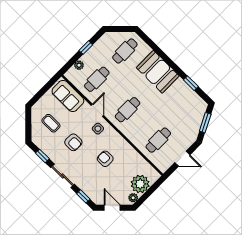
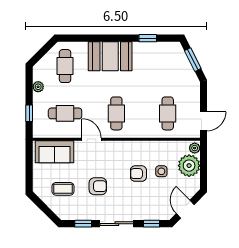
window: (86, 48) -> (29, 113), moved
plant: (79, 65) -> (38, 87), moved
cafe table: (97, 79) -> (65, 113), turned 90
side table: (98, 129) -> (161, 171), moved
door: (182, 159) -> (204, 121), moved
plant: (133, 198) -> (195, 148), moved
door: (112, 208) -> (185, 209), hinge flipped

